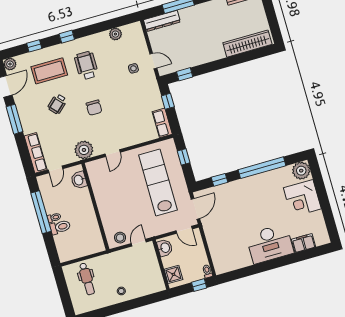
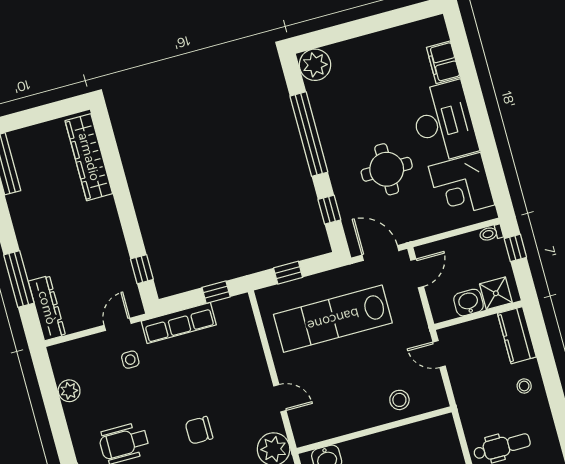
window: (168, 101) -> (216, 292), moved
chair: (94, 108) -> (199, 430), turned 180
row of seats: (162, 123) -> (179, 323), moved, width x1.48
corner desk: (302, 198) -> (462, 186), moved, turned 90
round table: (243, 212) -> (387, 169), added
stool: (120, 238) -> (399, 400), moved
washbasin: (165, 248) -> (469, 303), moved
kitchen counter: (150, 287) -> (517, 335), added

